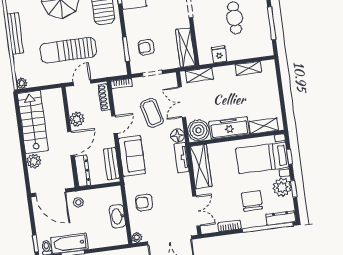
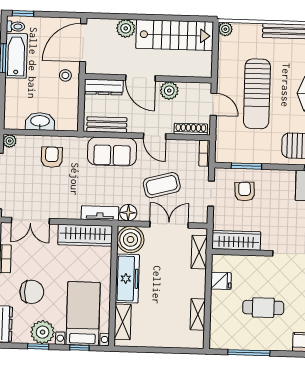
sun lounger: (68, 50) -> (257, 94), turned 180

